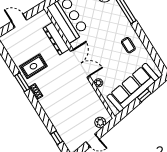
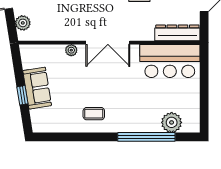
dresser: (56, 39) -> (177, 33), moved
sofa: (133, 87) -> (37, 88), width x0.54, depth x0.79

